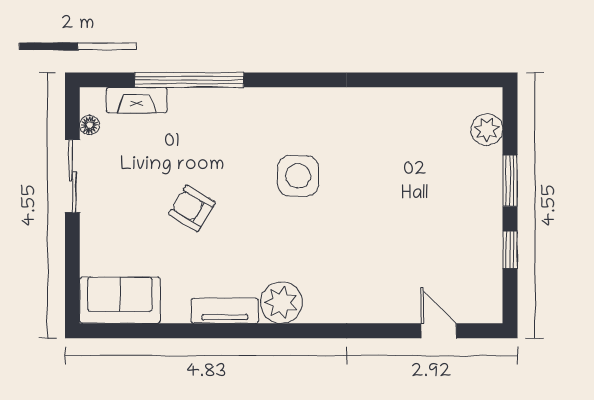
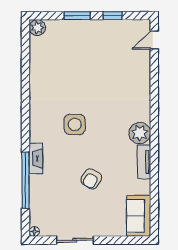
fireplace: (137, 100) -> (36, 158), moved
floor lamp: (89, 125) -> (34, 231), moved
plant: (487, 129) -> (37, 28), moved
door: (439, 331) -> (154, 40), moved

